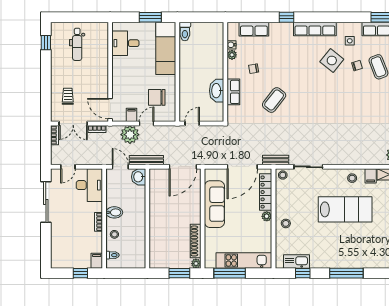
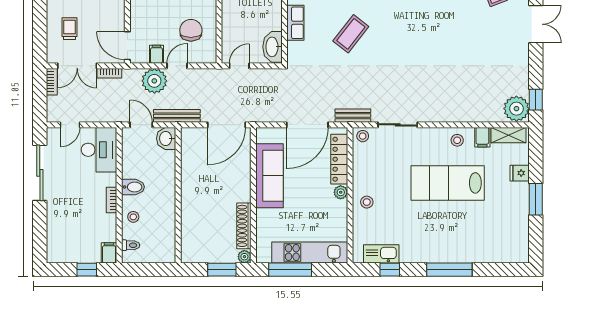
washbasin: (217, 91) -> (273, 47), moved
chair: (157, 97) -> (191, 30), turned 90
lab bench: (345, 209) -> (448, 183), turned 180

